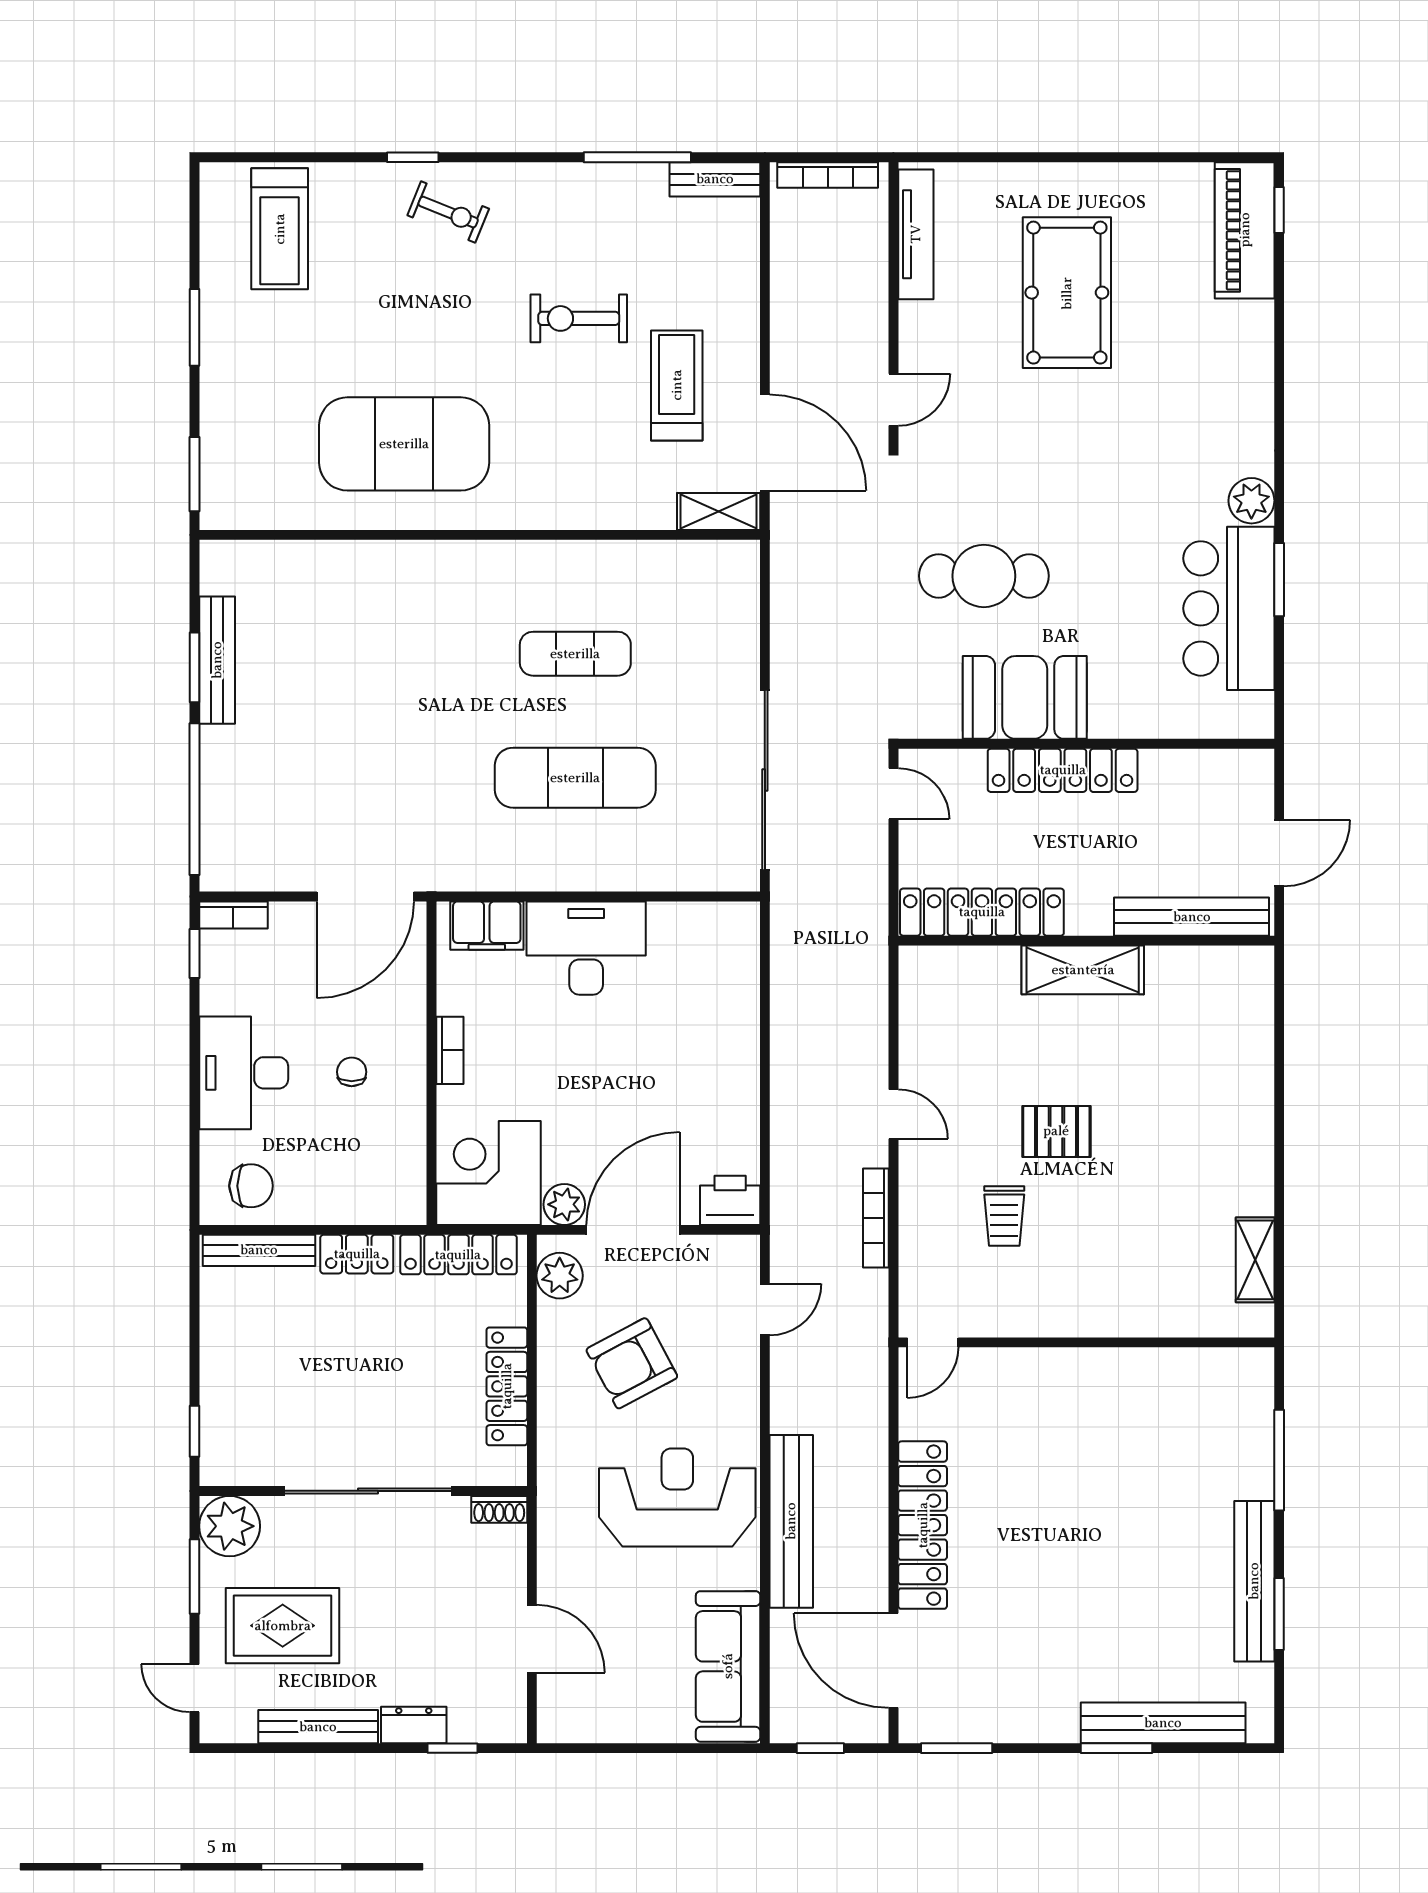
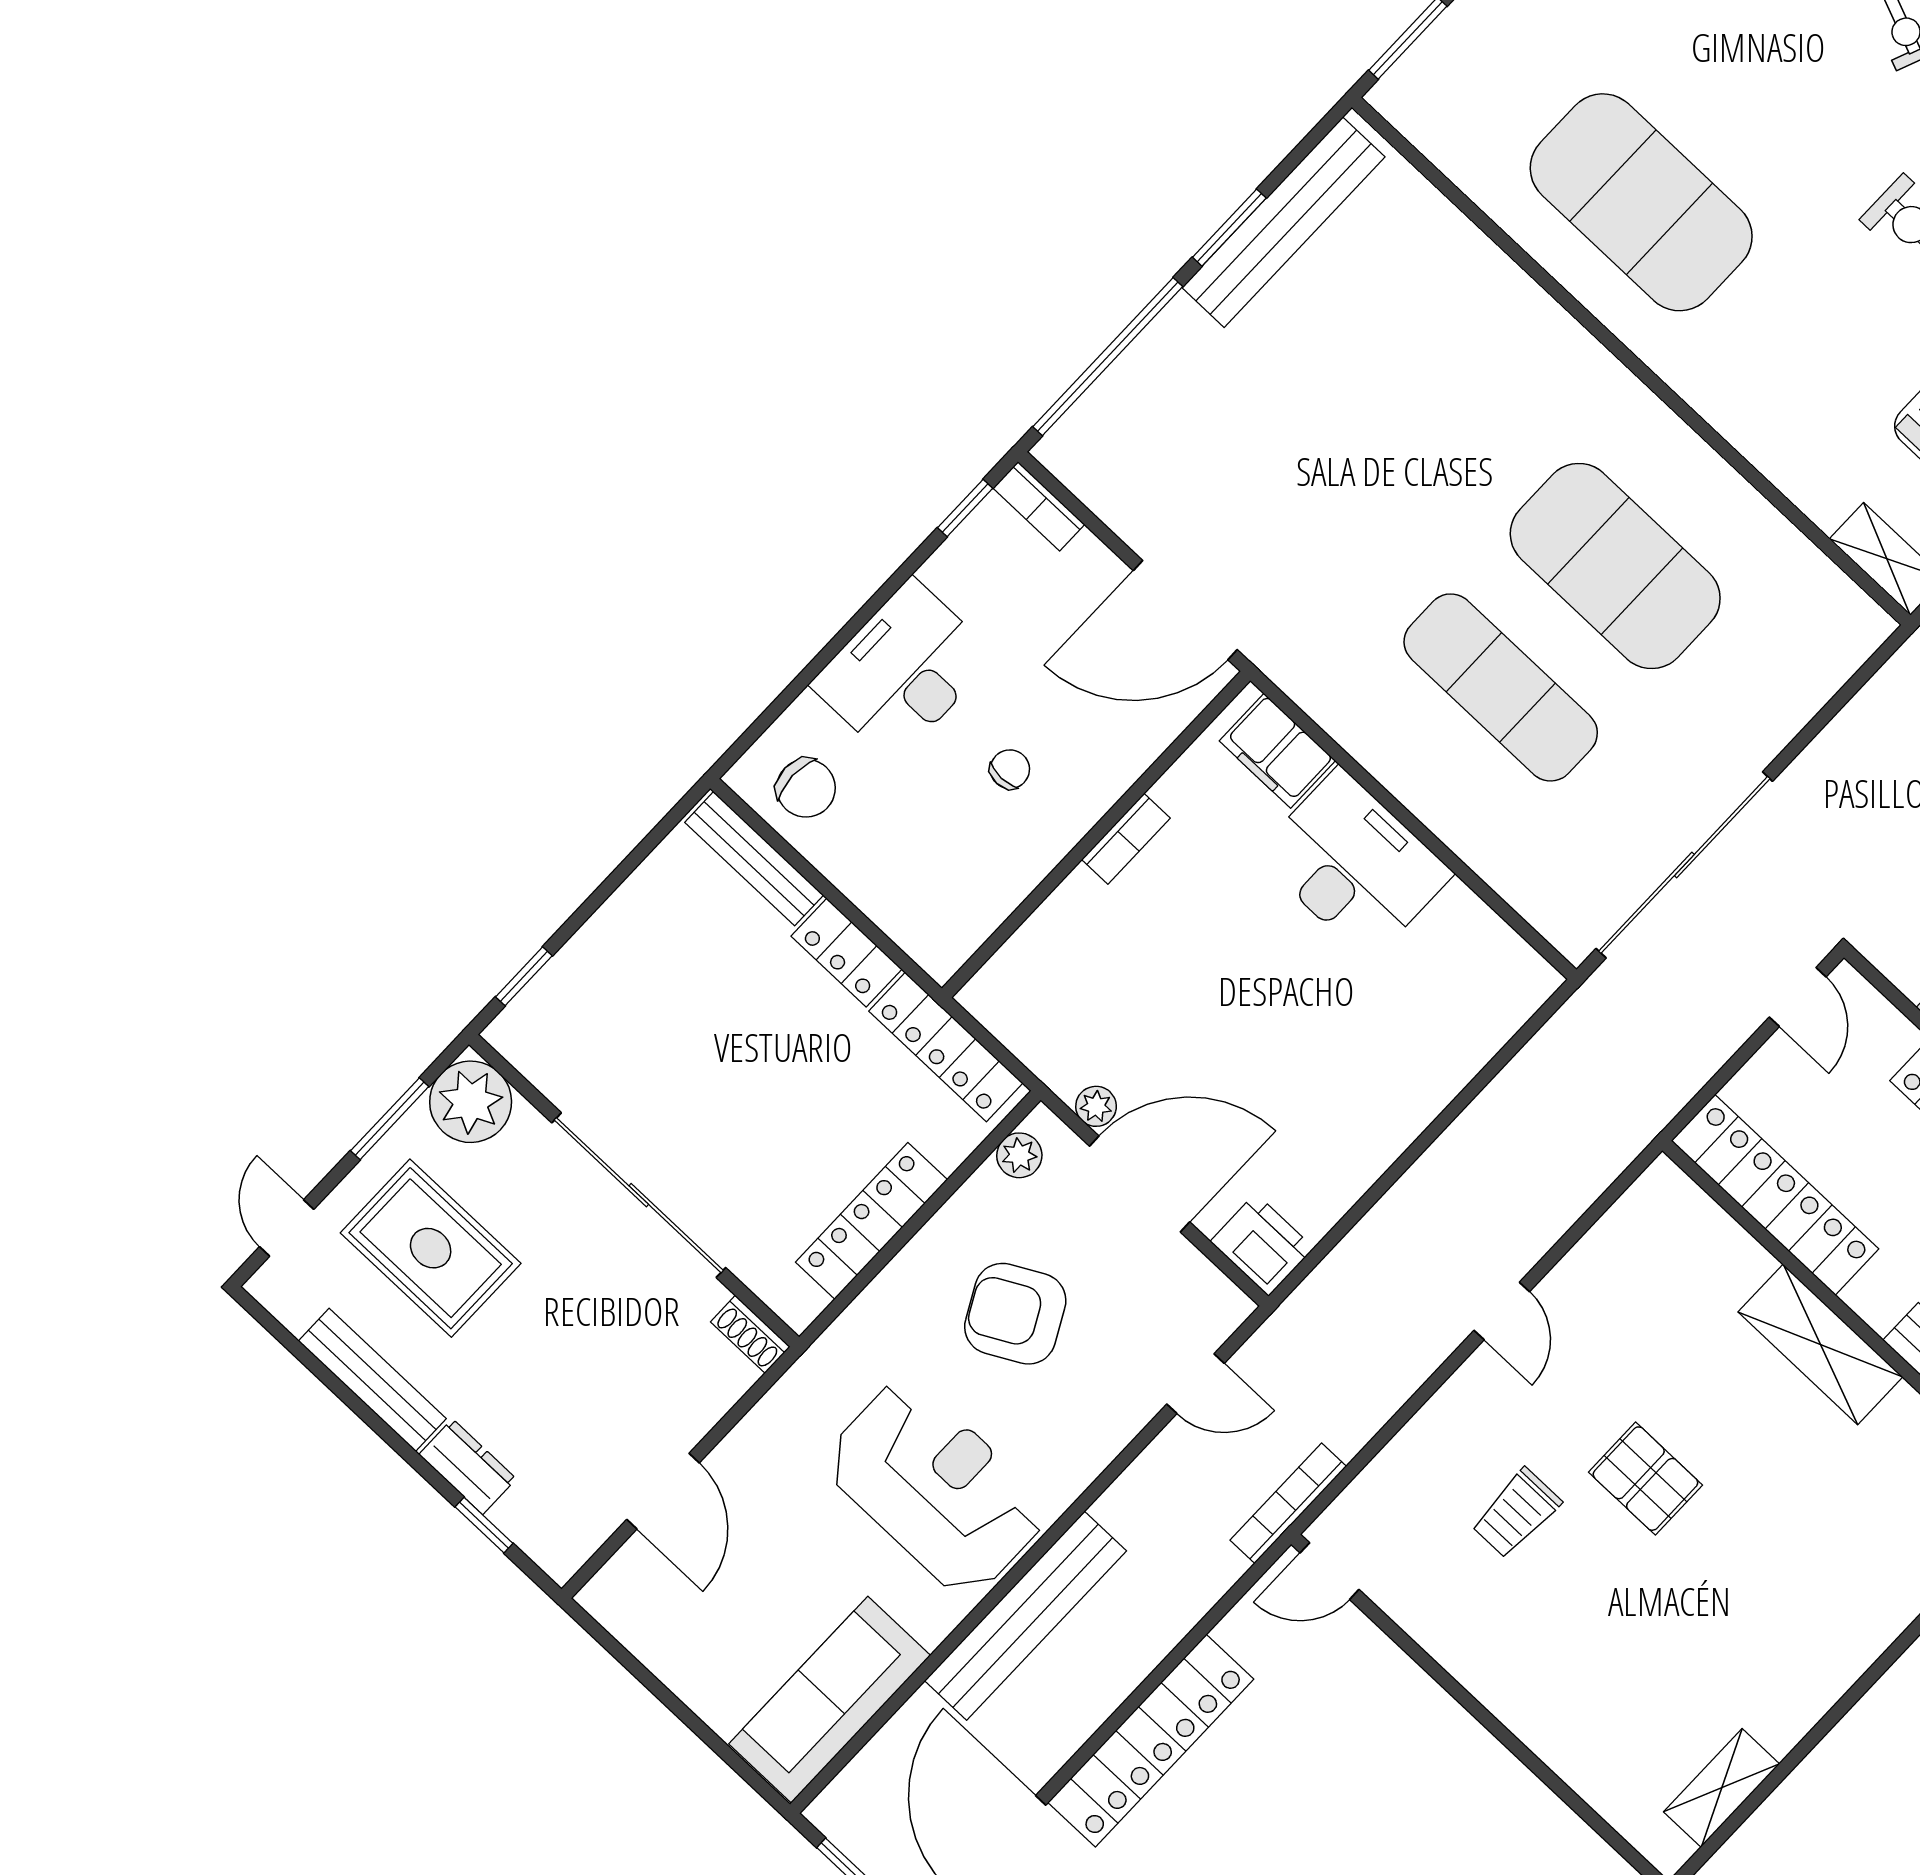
exercise mat: (575, 654) -> (1615, 566), width x2.00, depth x1.45
bench: (217, 660) -> (1283, 222), width x1.37, depth x1.21
corner desk: (488, 1173) -> (1050, 995), removed
plant: (564, 1204) -> (1096, 1106), width x0.73, depth x0.73
bookcase: (876, 1218) -> (1288, 1503), moved
plant: (560, 1276) -> (1019, 1155), width x0.73, depth x0.73

